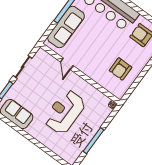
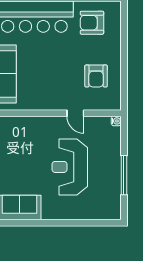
door: (67, 64) -> (75, 113), moved

